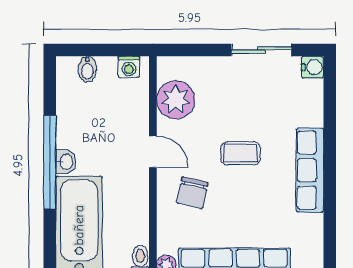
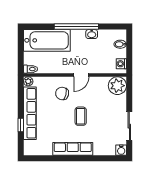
plant: (176, 100) -> (117, 86), moved
washbasin: (66, 162) -> (92, 34), moved

